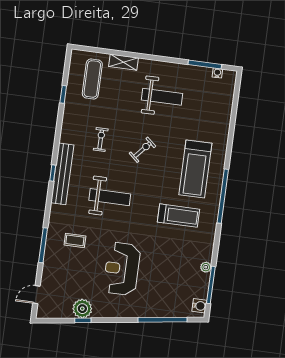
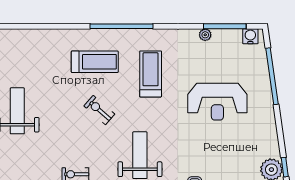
exercise bike: (142, 150) -> (99, 110), moved
treadmill: (195, 169) -> (95, 62), width x0.73, depth x0.73
reception desk: (122, 269) -> (217, 102), moved

